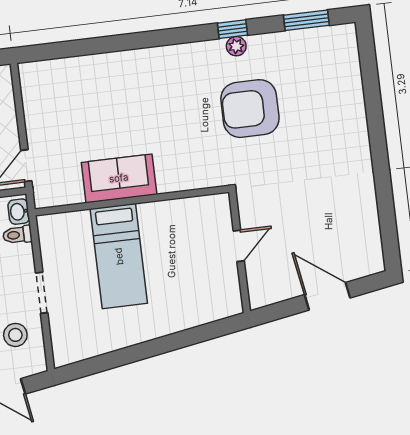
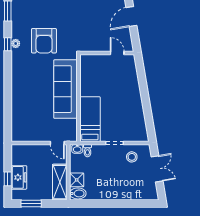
sofa: (119, 178) -> (65, 89), width x1.85, depth x1.27
door: (239, 246) -> (117, 53), moved
bed: (119, 256) -> (90, 119), moved, turned -90

